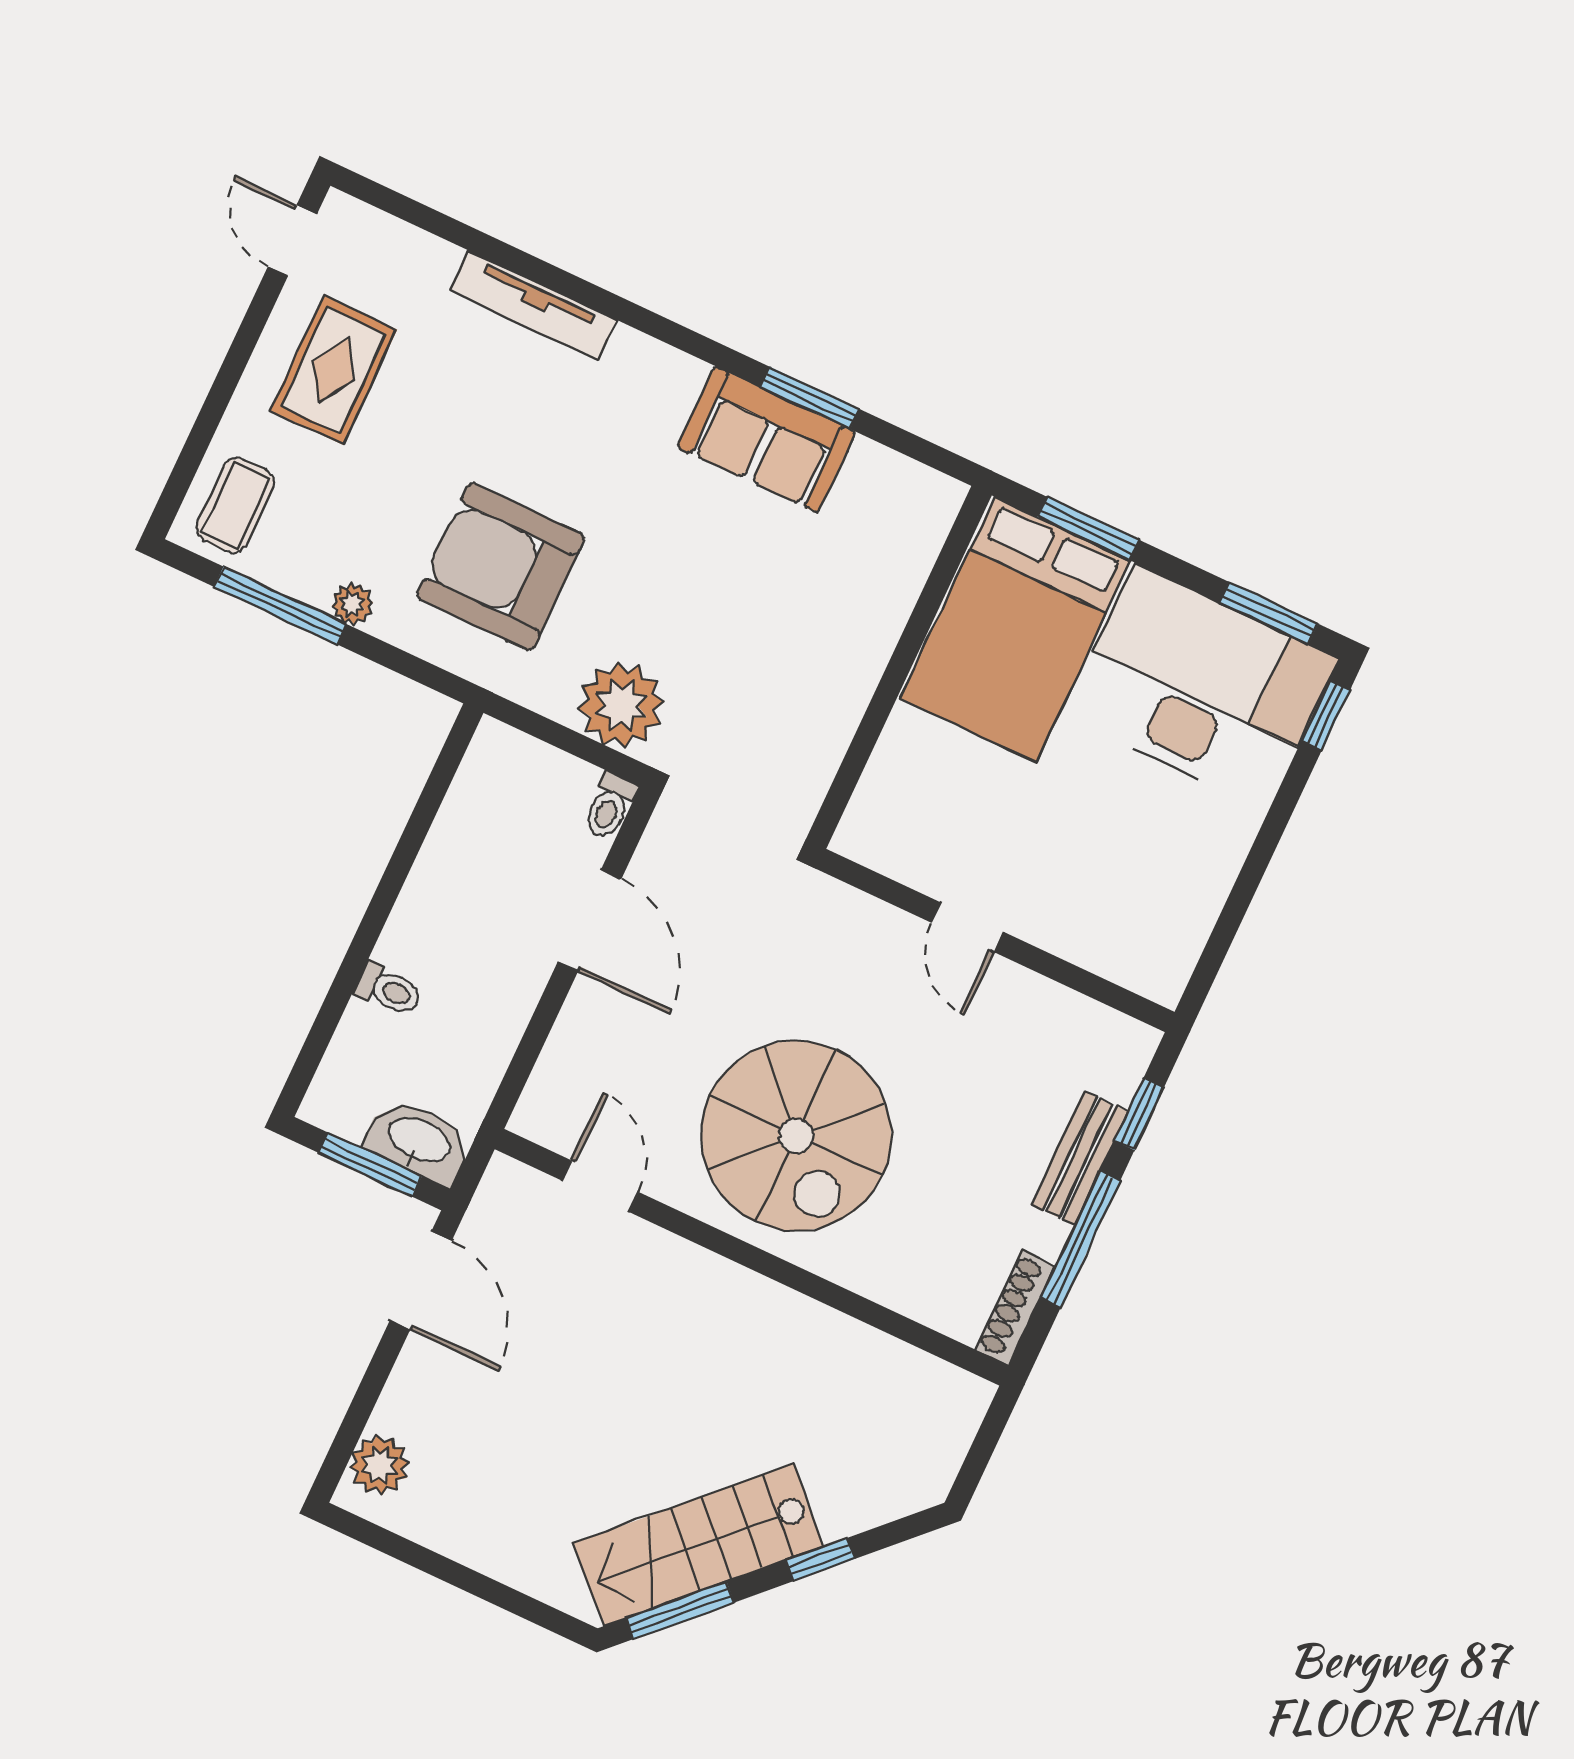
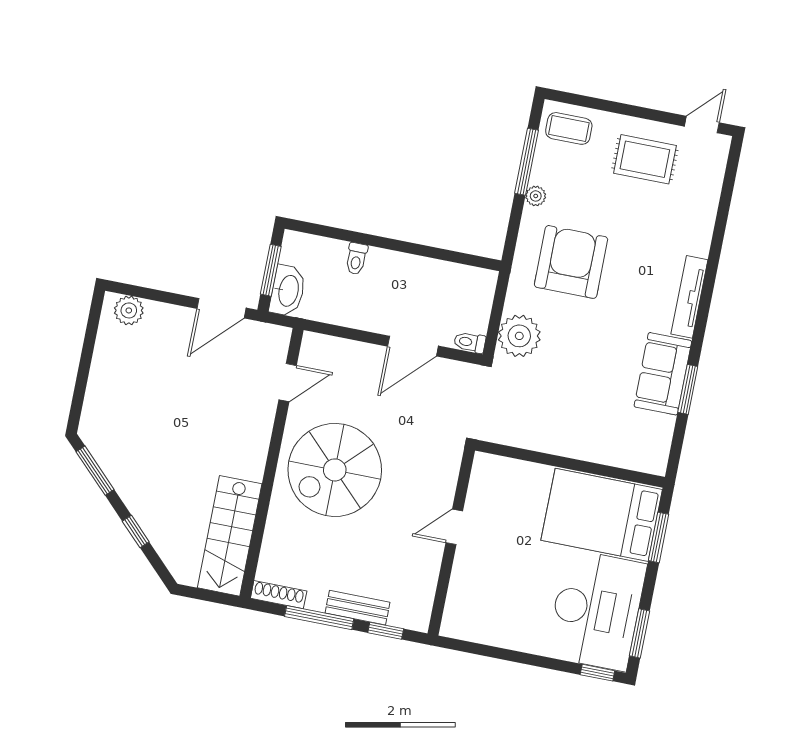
tv unit: (534, 305) -> (689, 297), moved
stairs: (699, 1545) -> (230, 536), moved, turned -135

